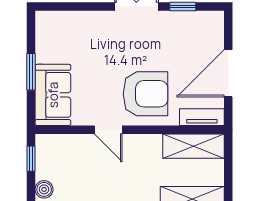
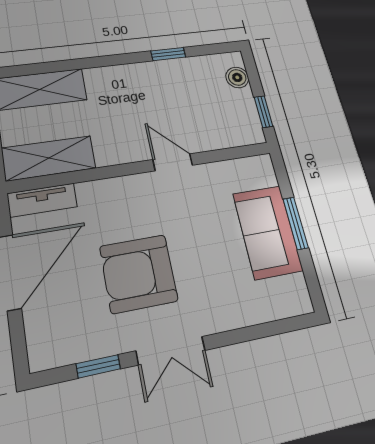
armchair: (145, 94) -> (139, 274), moved
sofa: (53, 95) -> (268, 232), moved

